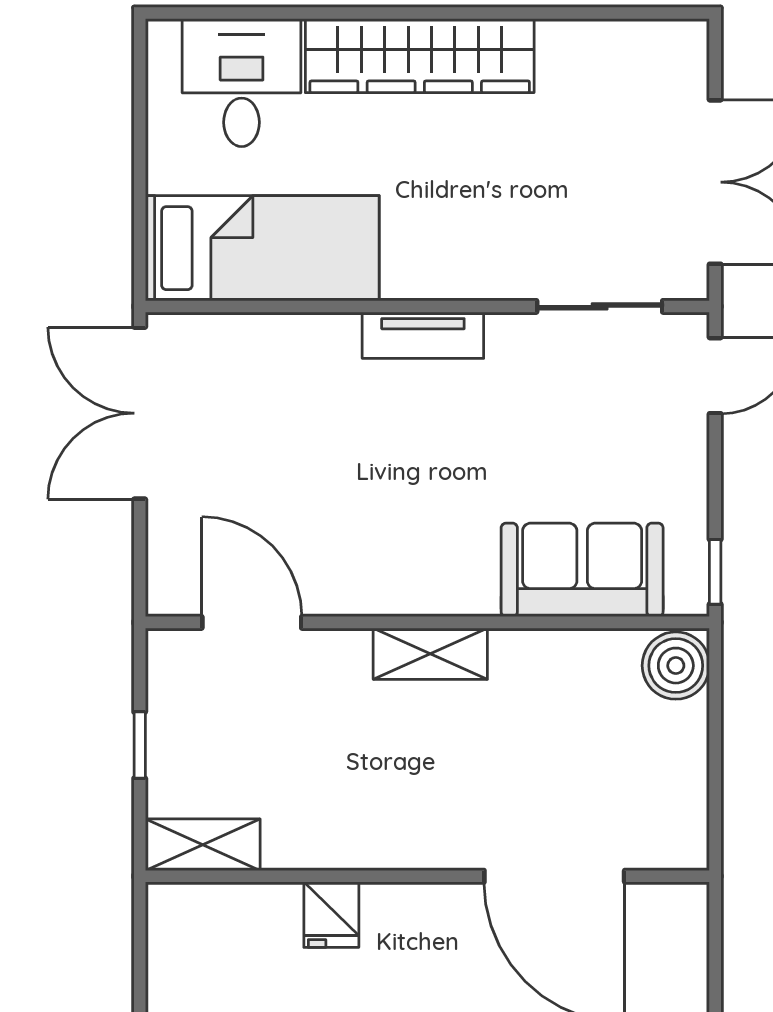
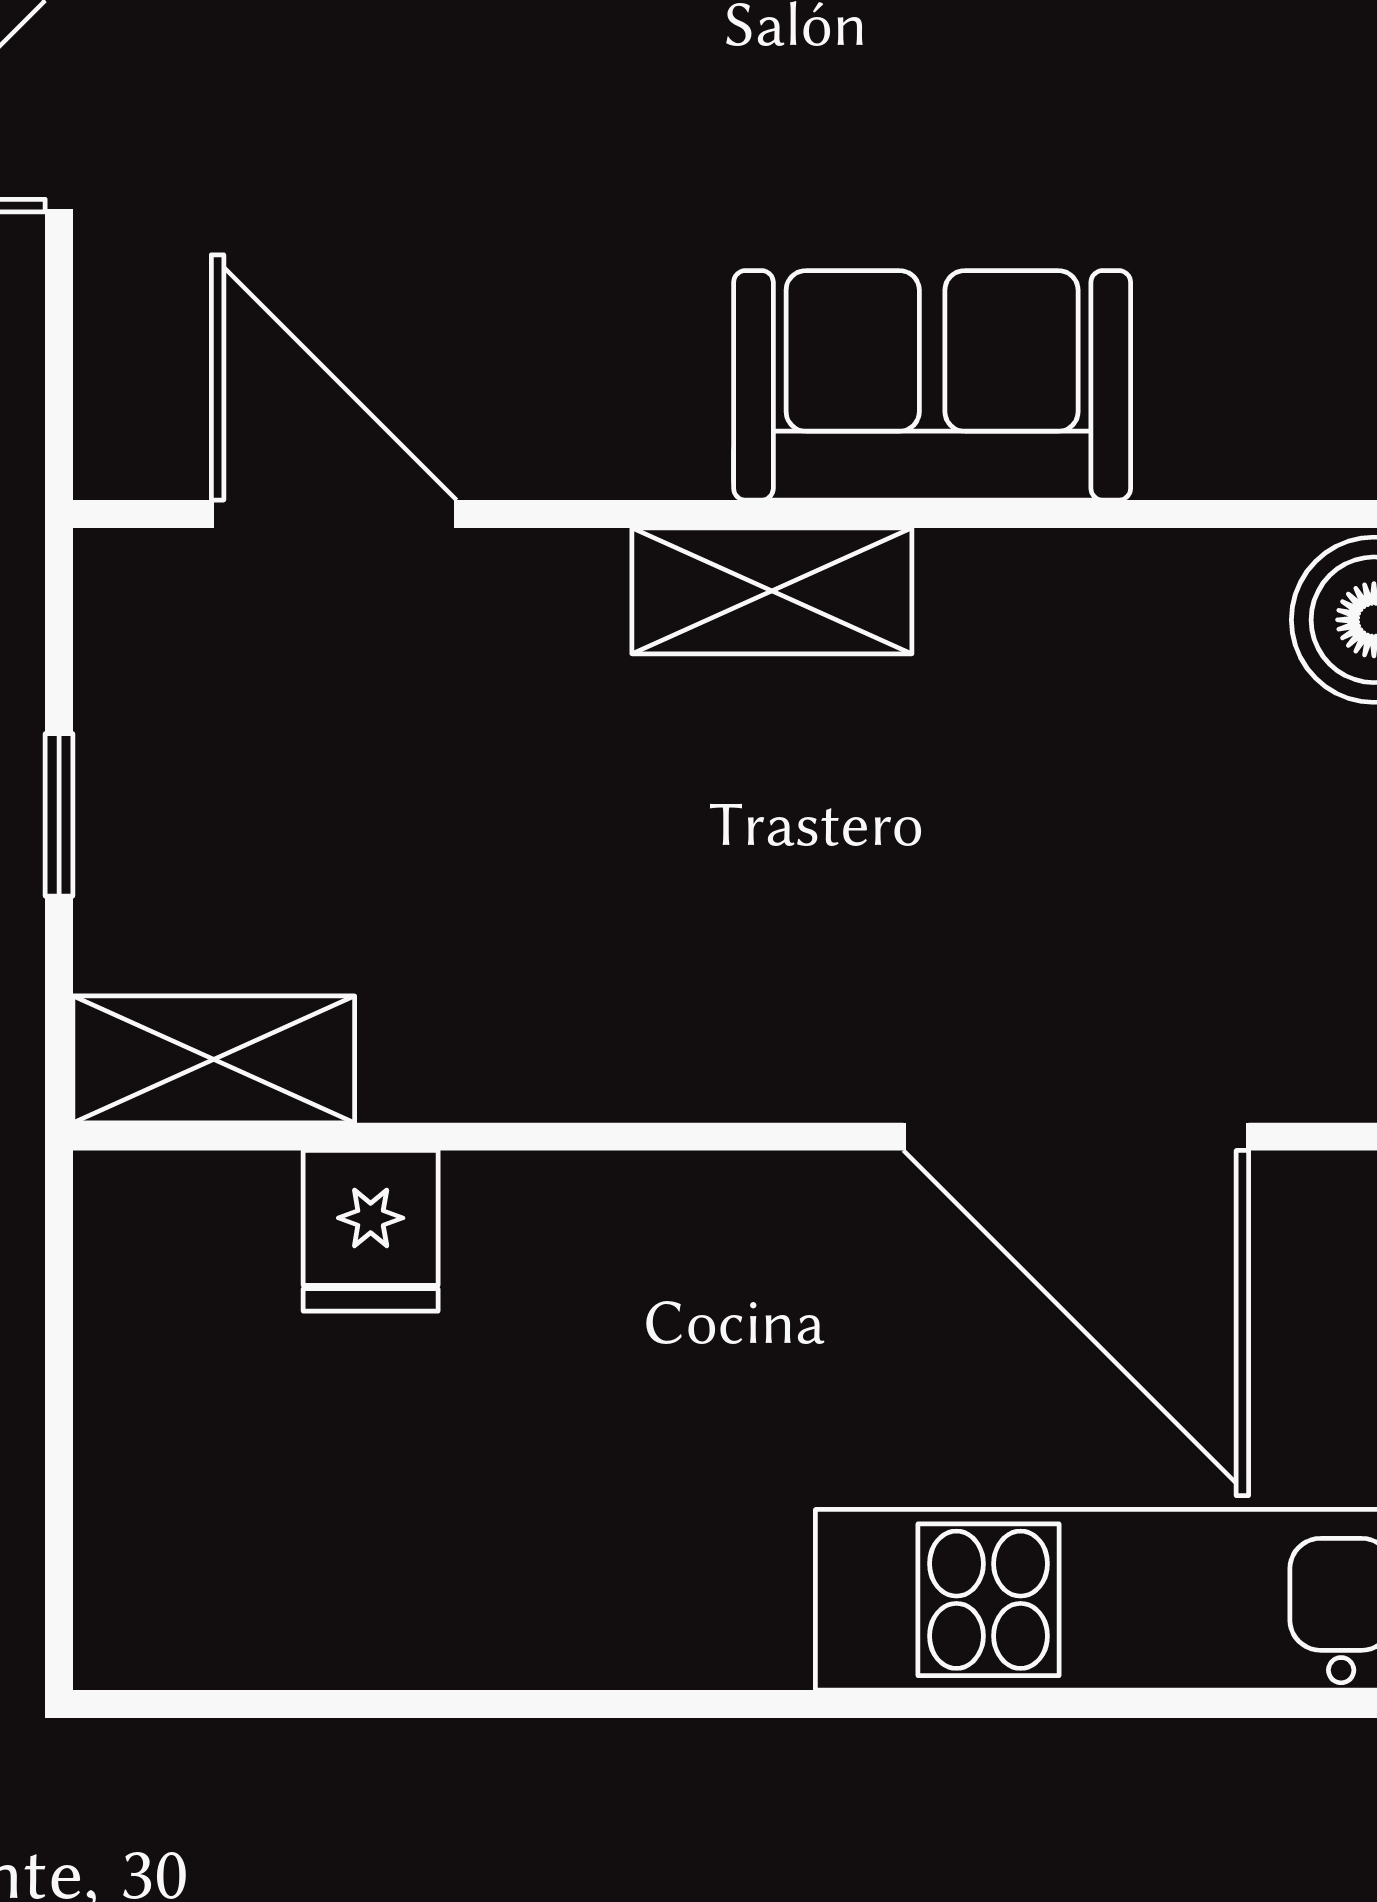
sofa: (582, 570) -> (932, 385), moved
fridge: (331, 915) -> (371, 1231), moved

